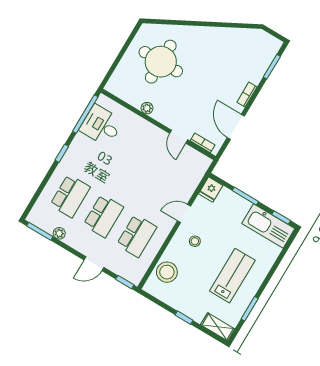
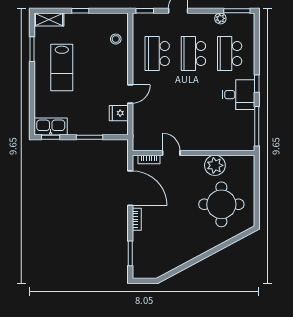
plant: (147, 108) -> (215, 165), width x1.88, depth x1.88
desk: (101, 126) -> (238, 95), moved
door: (236, 127) -> (130, 188), width x1.36
fridge: (211, 190) -> (119, 113), moved, turned -90
kitchen sink: (268, 226) -> (51, 127), width x0.73, depth x0.81
stool: (195, 241) -> (108, 77), removed
stool: (167, 272) -> (116, 39), width x0.53, depth x0.53

